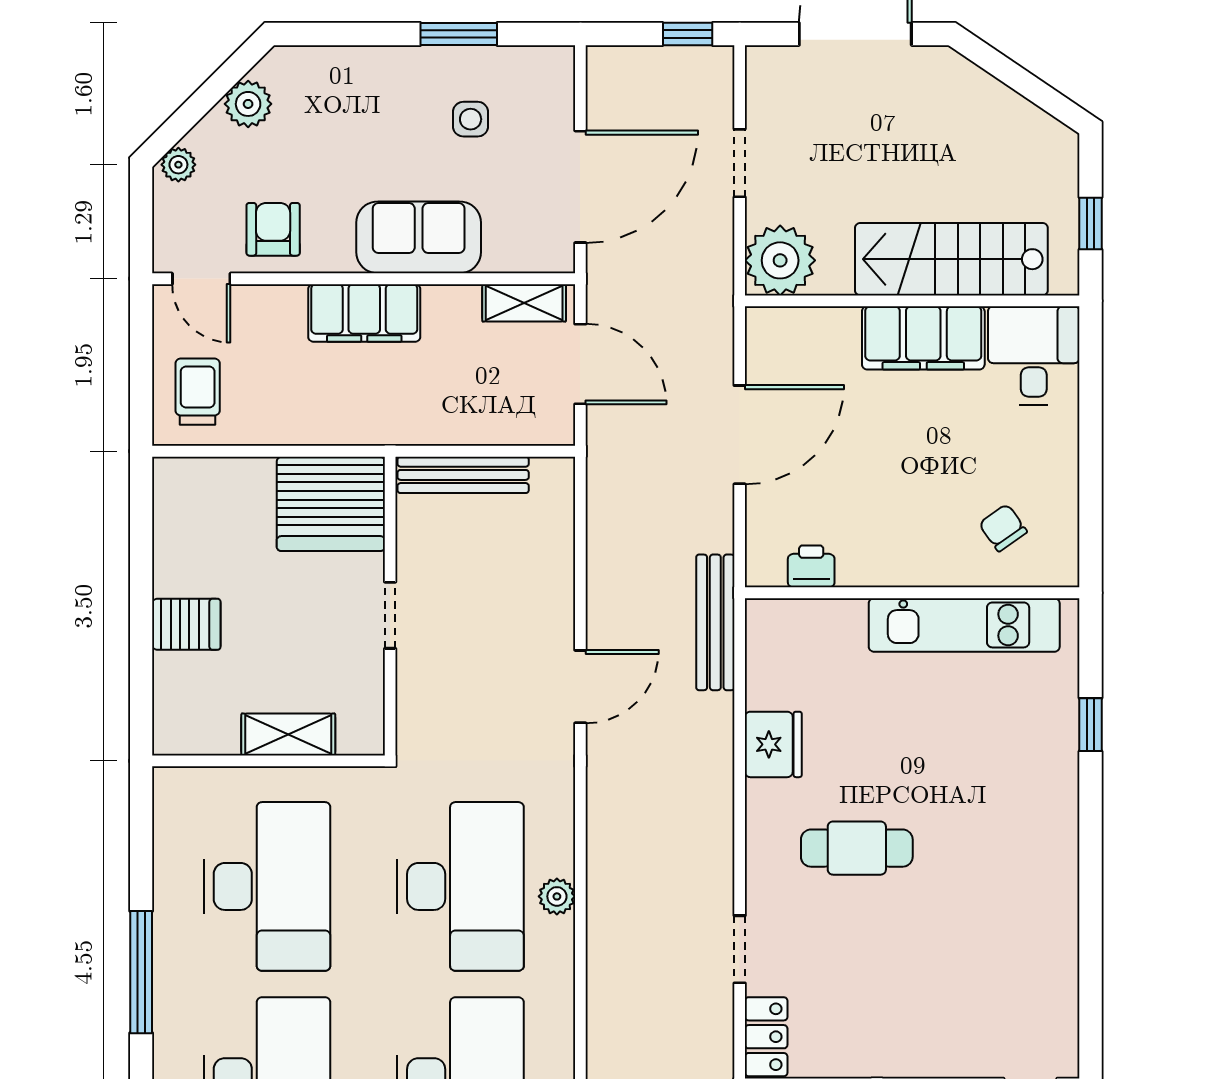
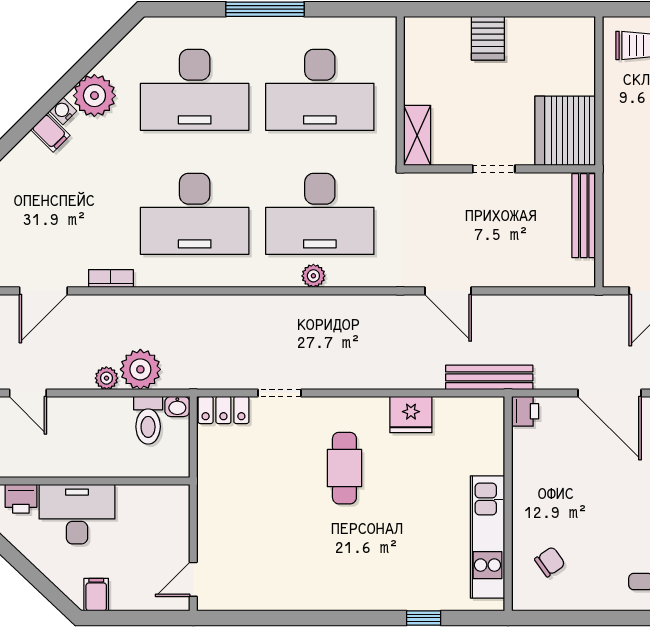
printer: (811, 566) -> (525, 411), moved
shelving: (288, 735) -> (417, 135), moved

